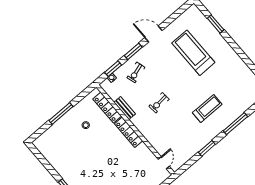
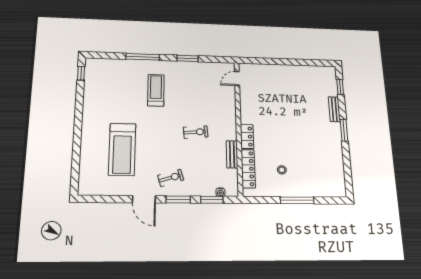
window: (216, 24) -> (76, 157), removed
exercise bike: (136, 72) -> (171, 178), moved
treadmill: (207, 108) -> (156, 90), turned 90
locker: (129, 132) -> (247, 137), width x0.66

